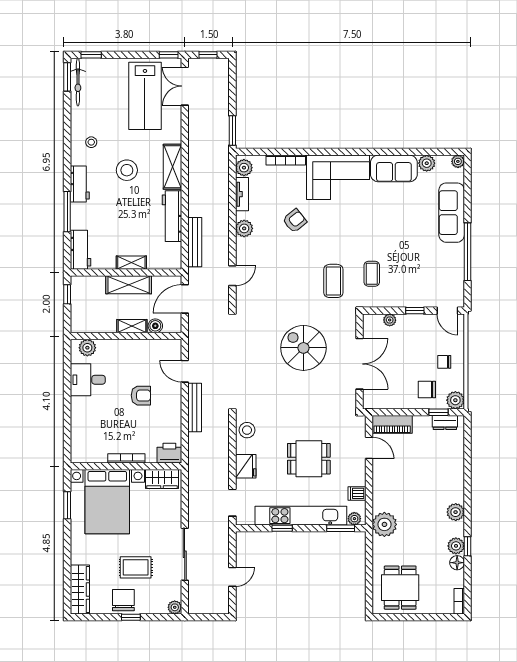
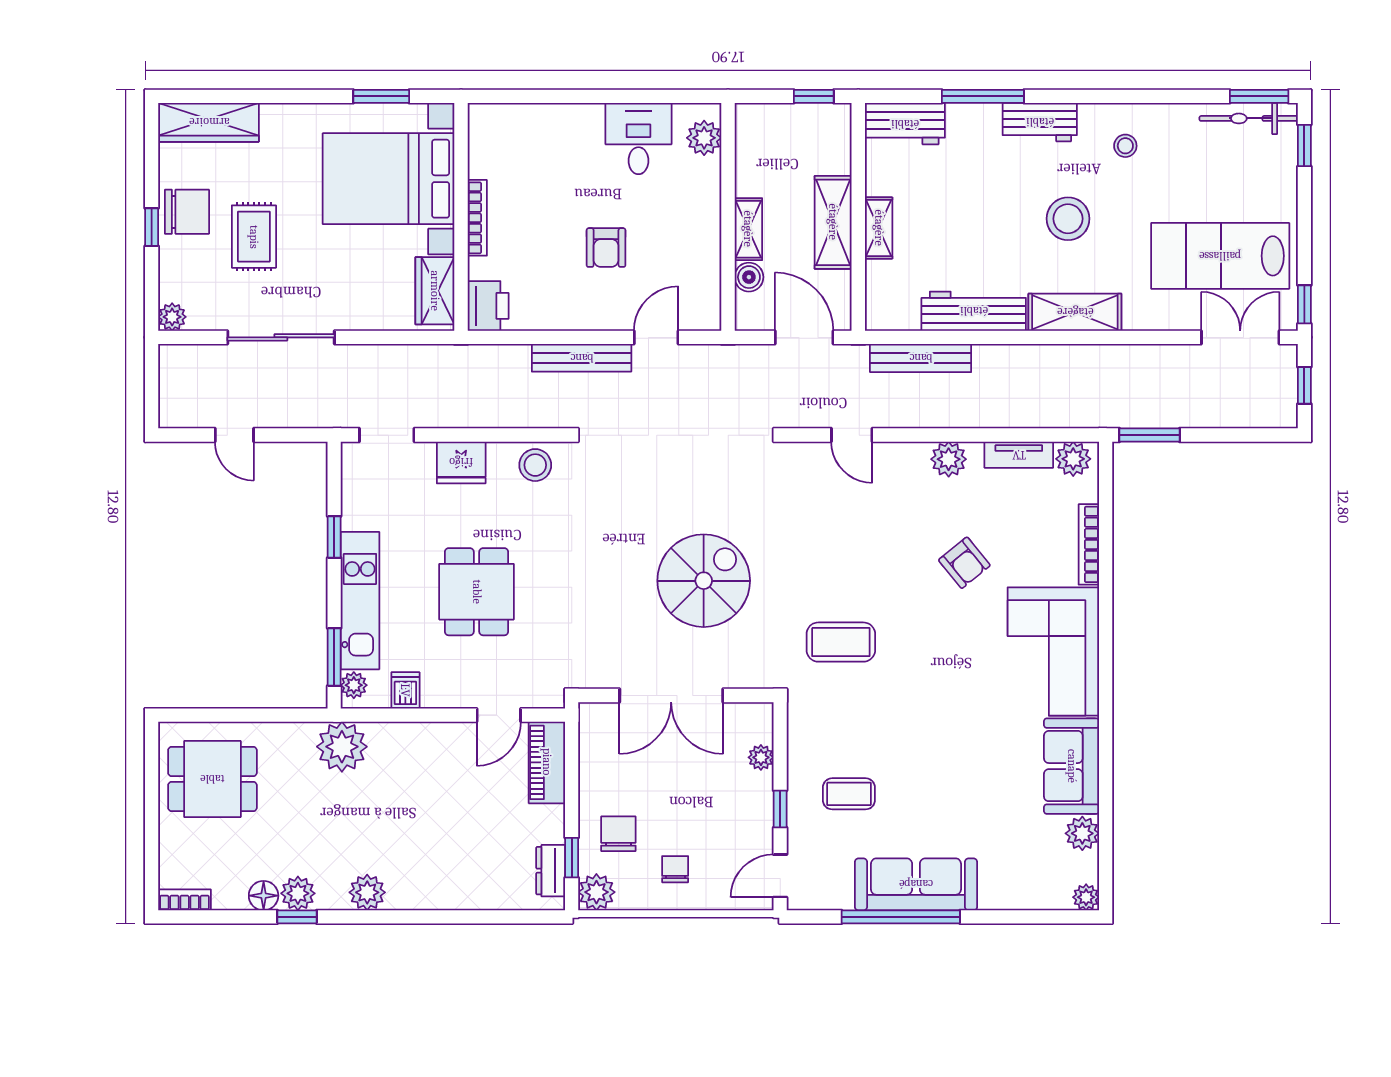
sofa: (452, 213) -> (916, 884), moved
coffee table: (372, 274) -> (849, 794), moved
kitchen unit: (301, 516) -> (360, 601), width x0.73

